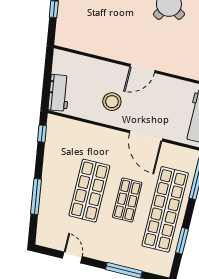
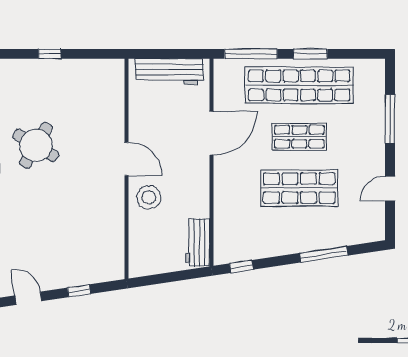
workbench: (59, 93) -> (197, 242), moved, turned -82
stool: (112, 102) -> (149, 197), moved
window: (182, 241) -> (310, 54), moved

